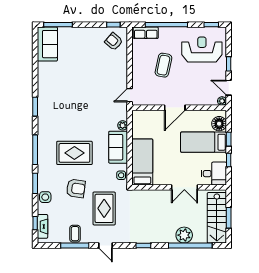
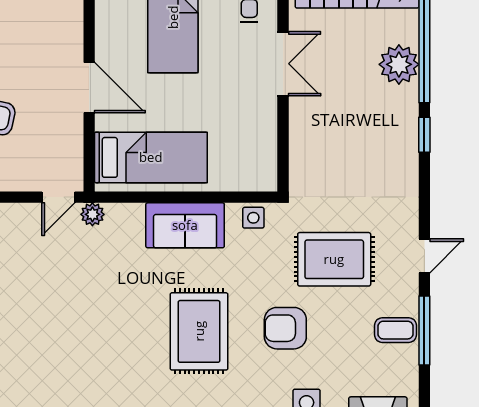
door: (130, 95) -> (58, 197), hinge flipped
plant: (123, 125) -> (92, 214), moved
bed: (142, 162) -> (151, 157), moved, turned 180
armchair: (76, 188) -> (285, 328), turned -98
window: (143, 245) -> (424, 135), moved

